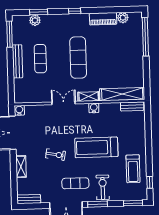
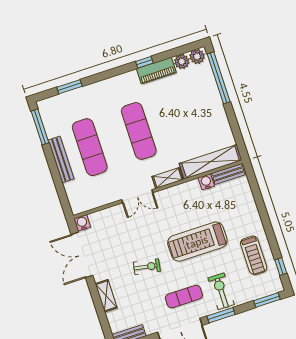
window: (75, 11) -> (144, 62), moved
plant: (35, 20) -> (197, 57), moved
exercise mat: (40, 59) -> (90, 147), width x1.36, depth x1.45
double door: (64, 103) -> (137, 196), swing flipped
water cooler: (94, 108) -> (206, 182), moved

